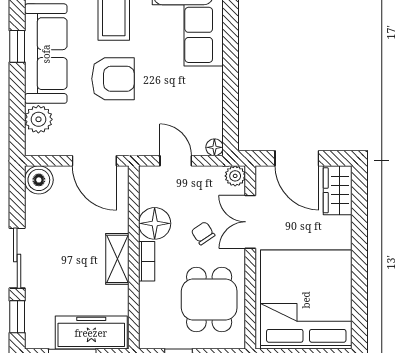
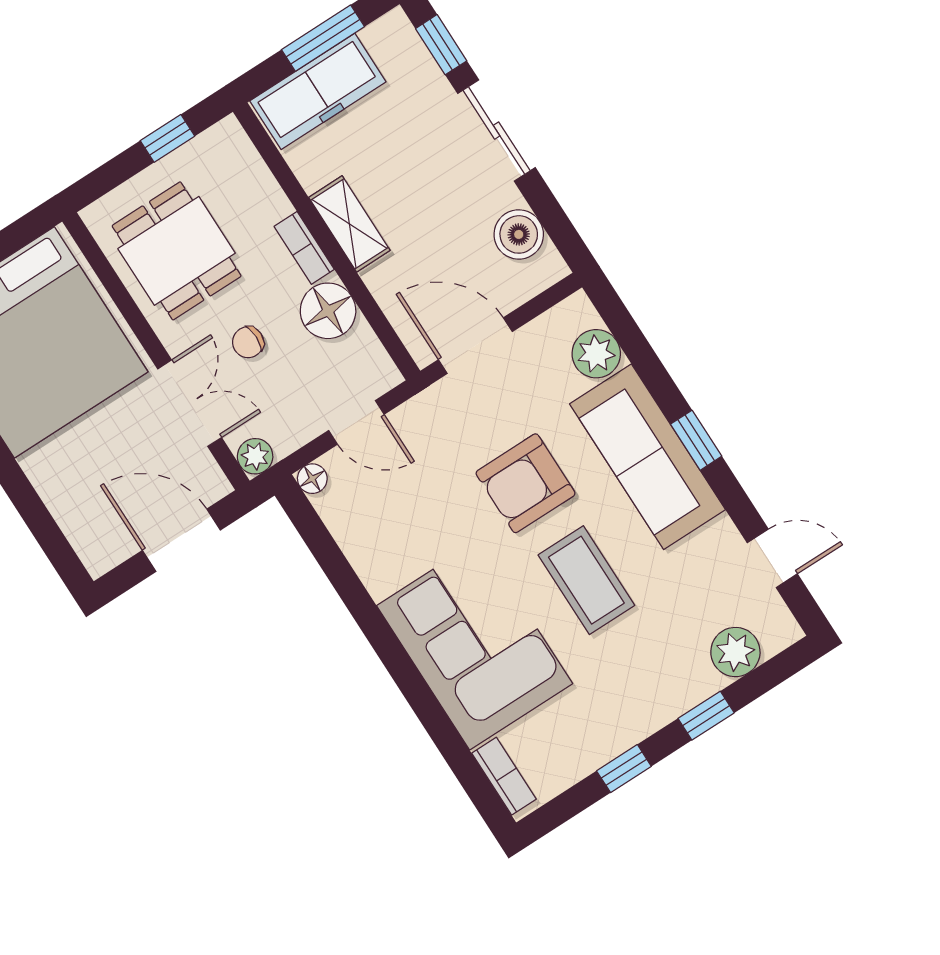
boiler: (39, 180) -> (519, 234), moved
wardrobe: (338, 190) -> (91, 532), removed
chair: (203, 233) -> (248, 342), turned 124

